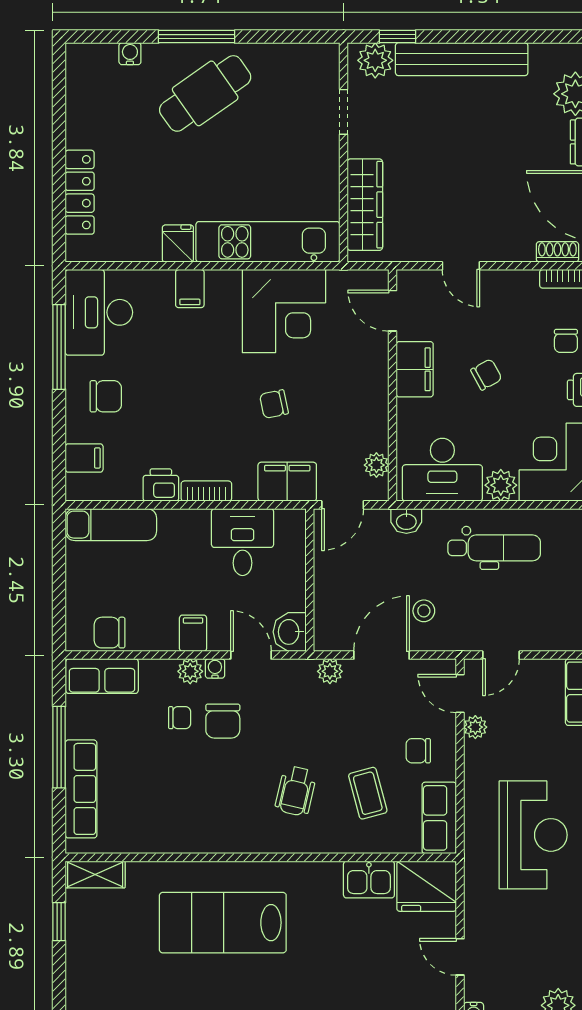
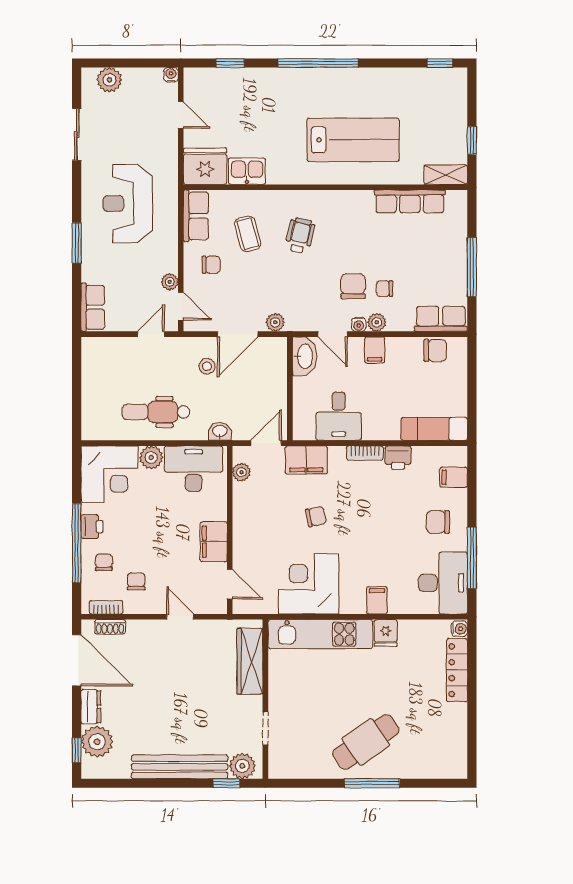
water cooler: (130, 54) -> (459, 629), moved, turned -90
chair: (486, 375) -> (136, 581), moved, turned 119
washbasin: (290, 632) -> (304, 356), width x1.38
row of seats: (81, 789) -> (410, 201), moved, turned -90

